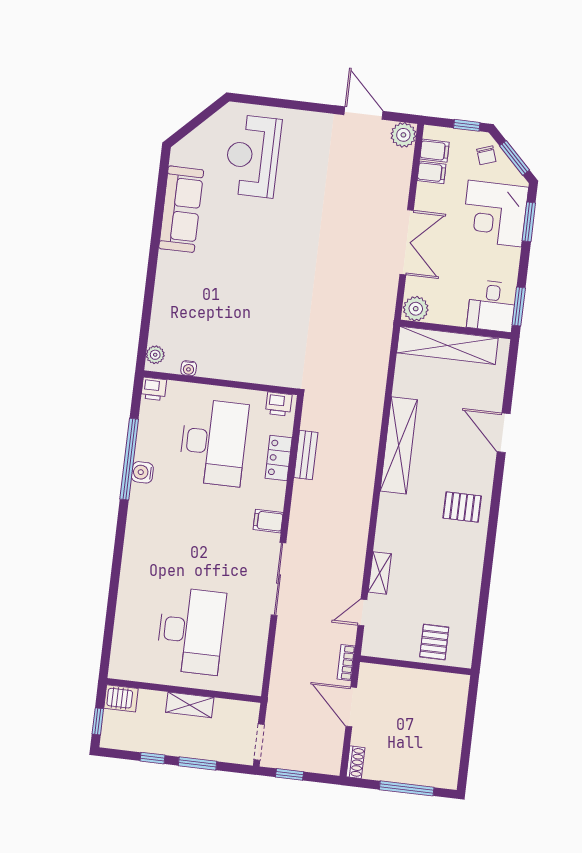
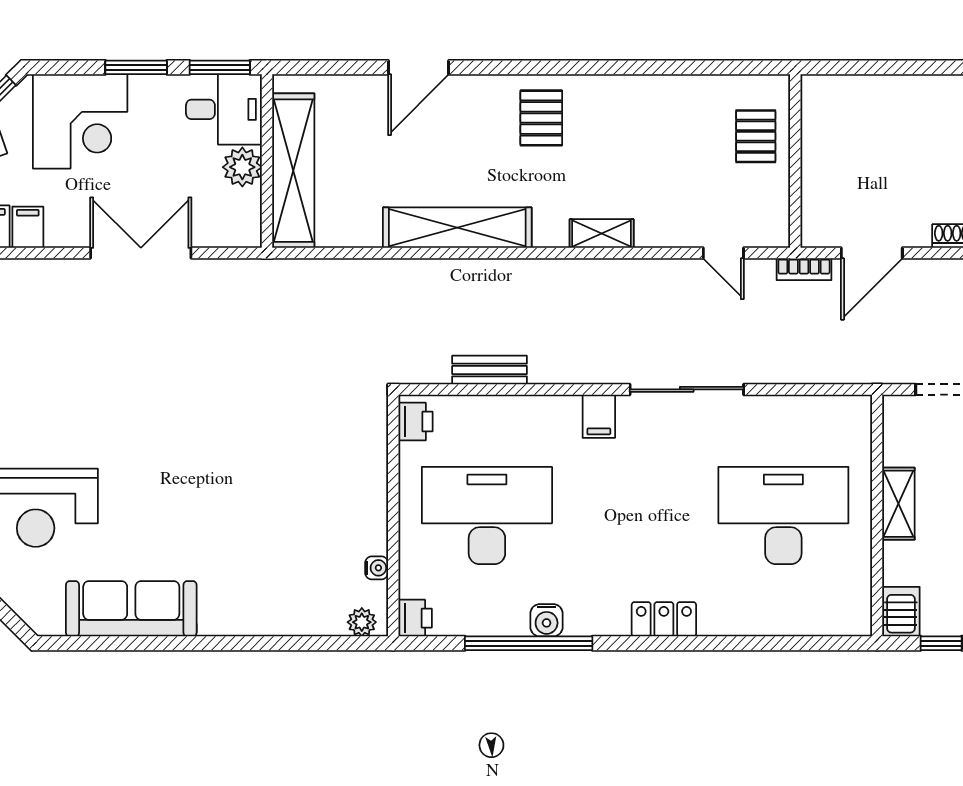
window: (529, 222) -> (136, 67), moved
plant: (416, 309) -> (242, 167), moved
locker: (279, 458) -> (664, 619), moved, turned 180
shelving: (380, 573) -> (602, 234), moved
pallet: (434, 642) -> (756, 136), turned 90

